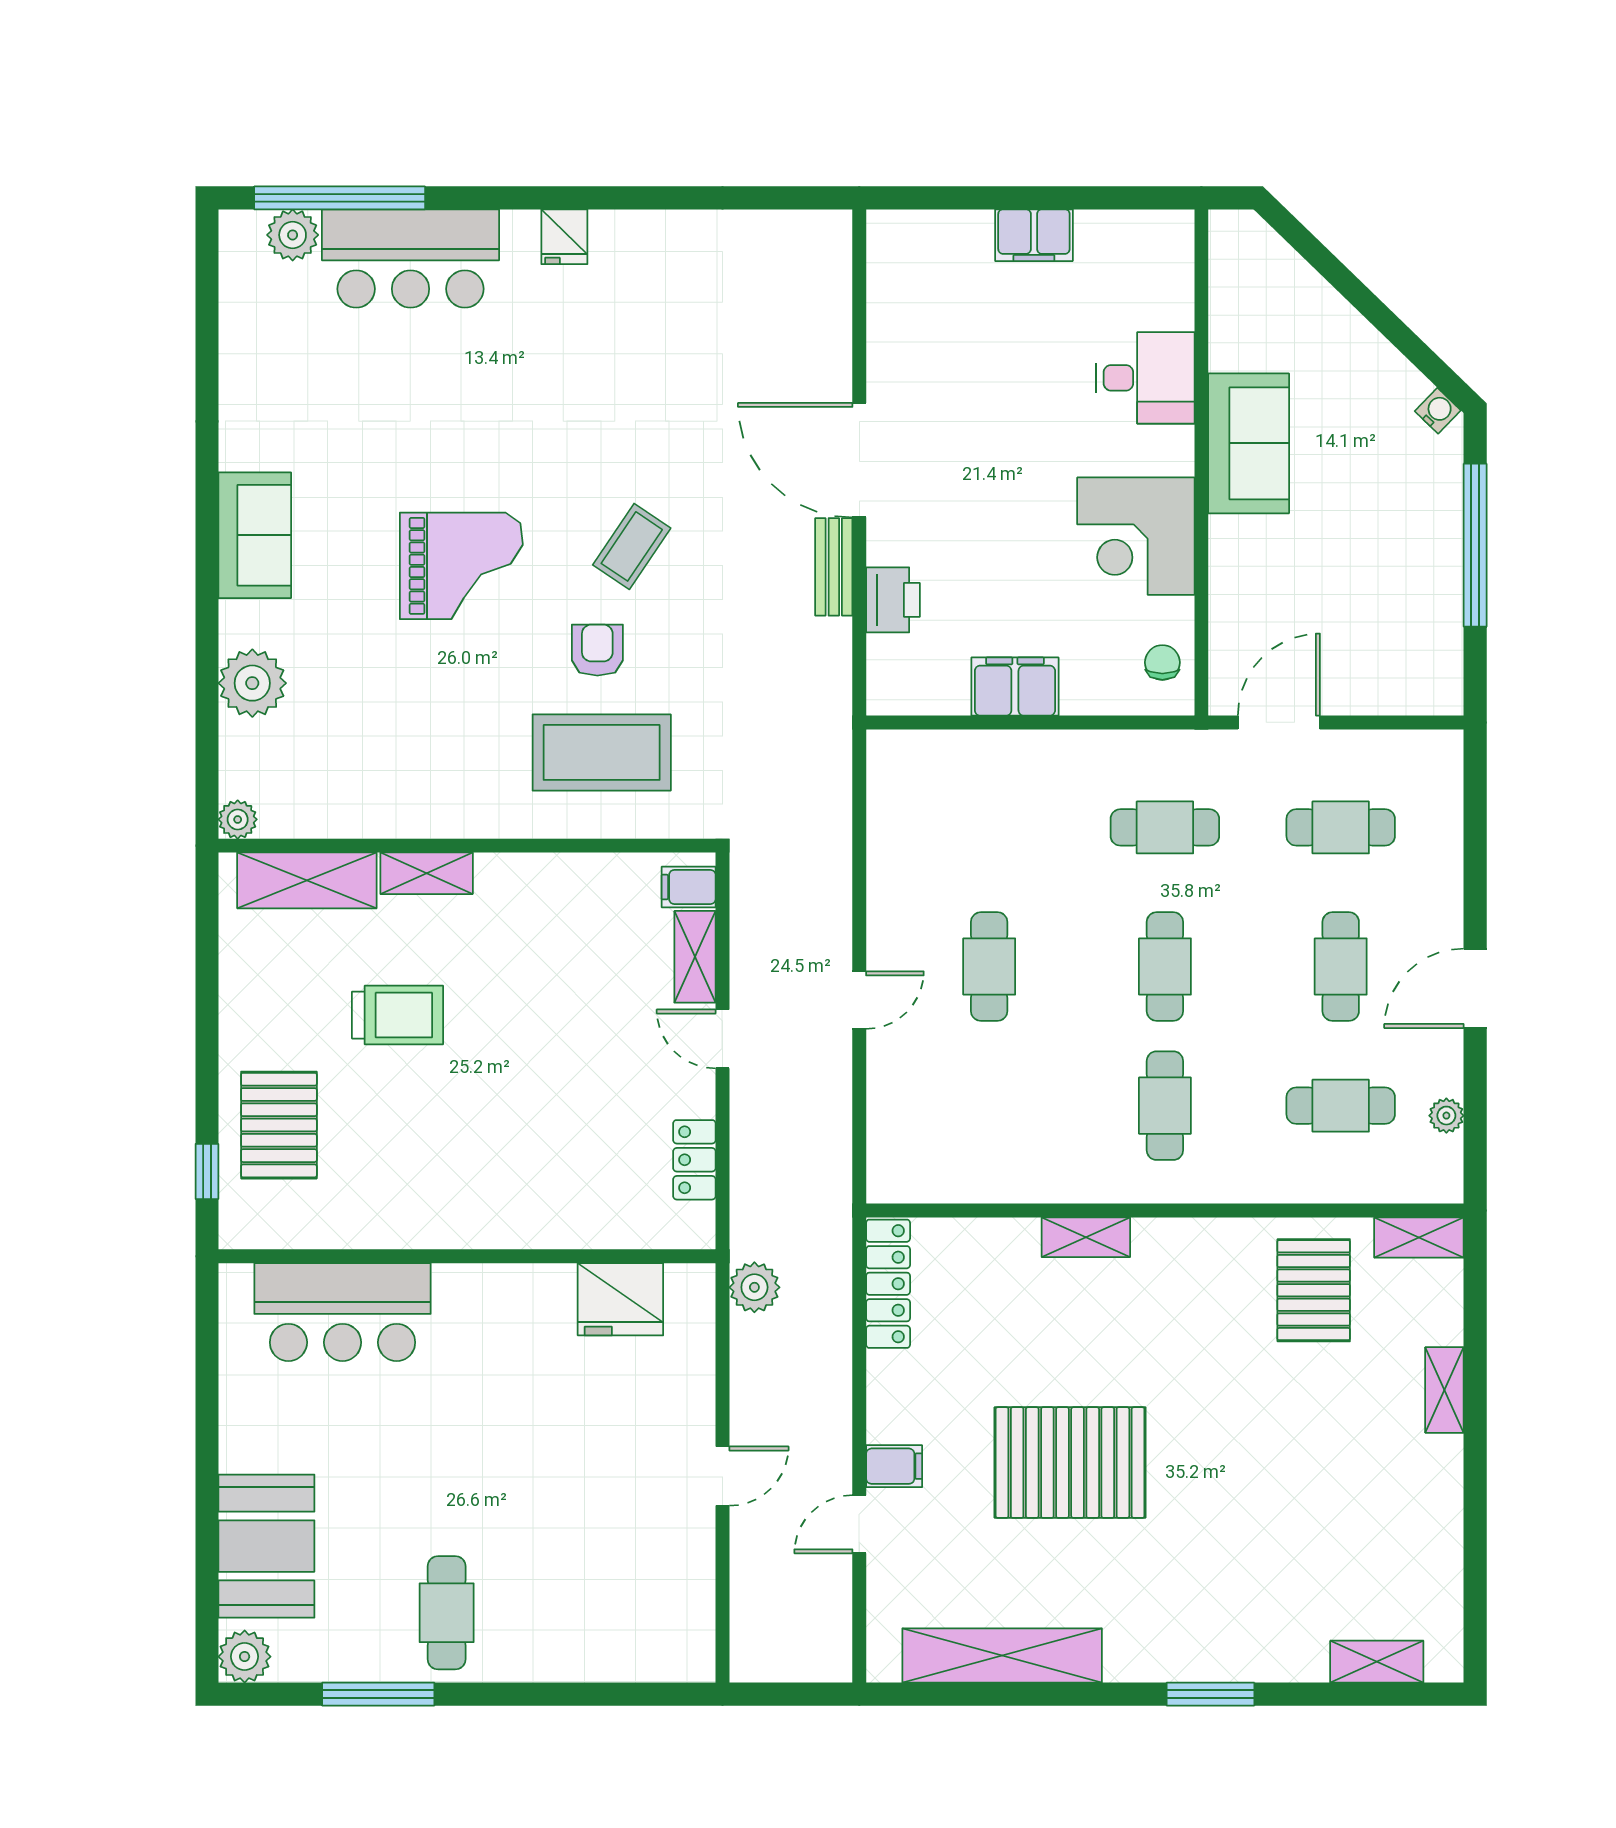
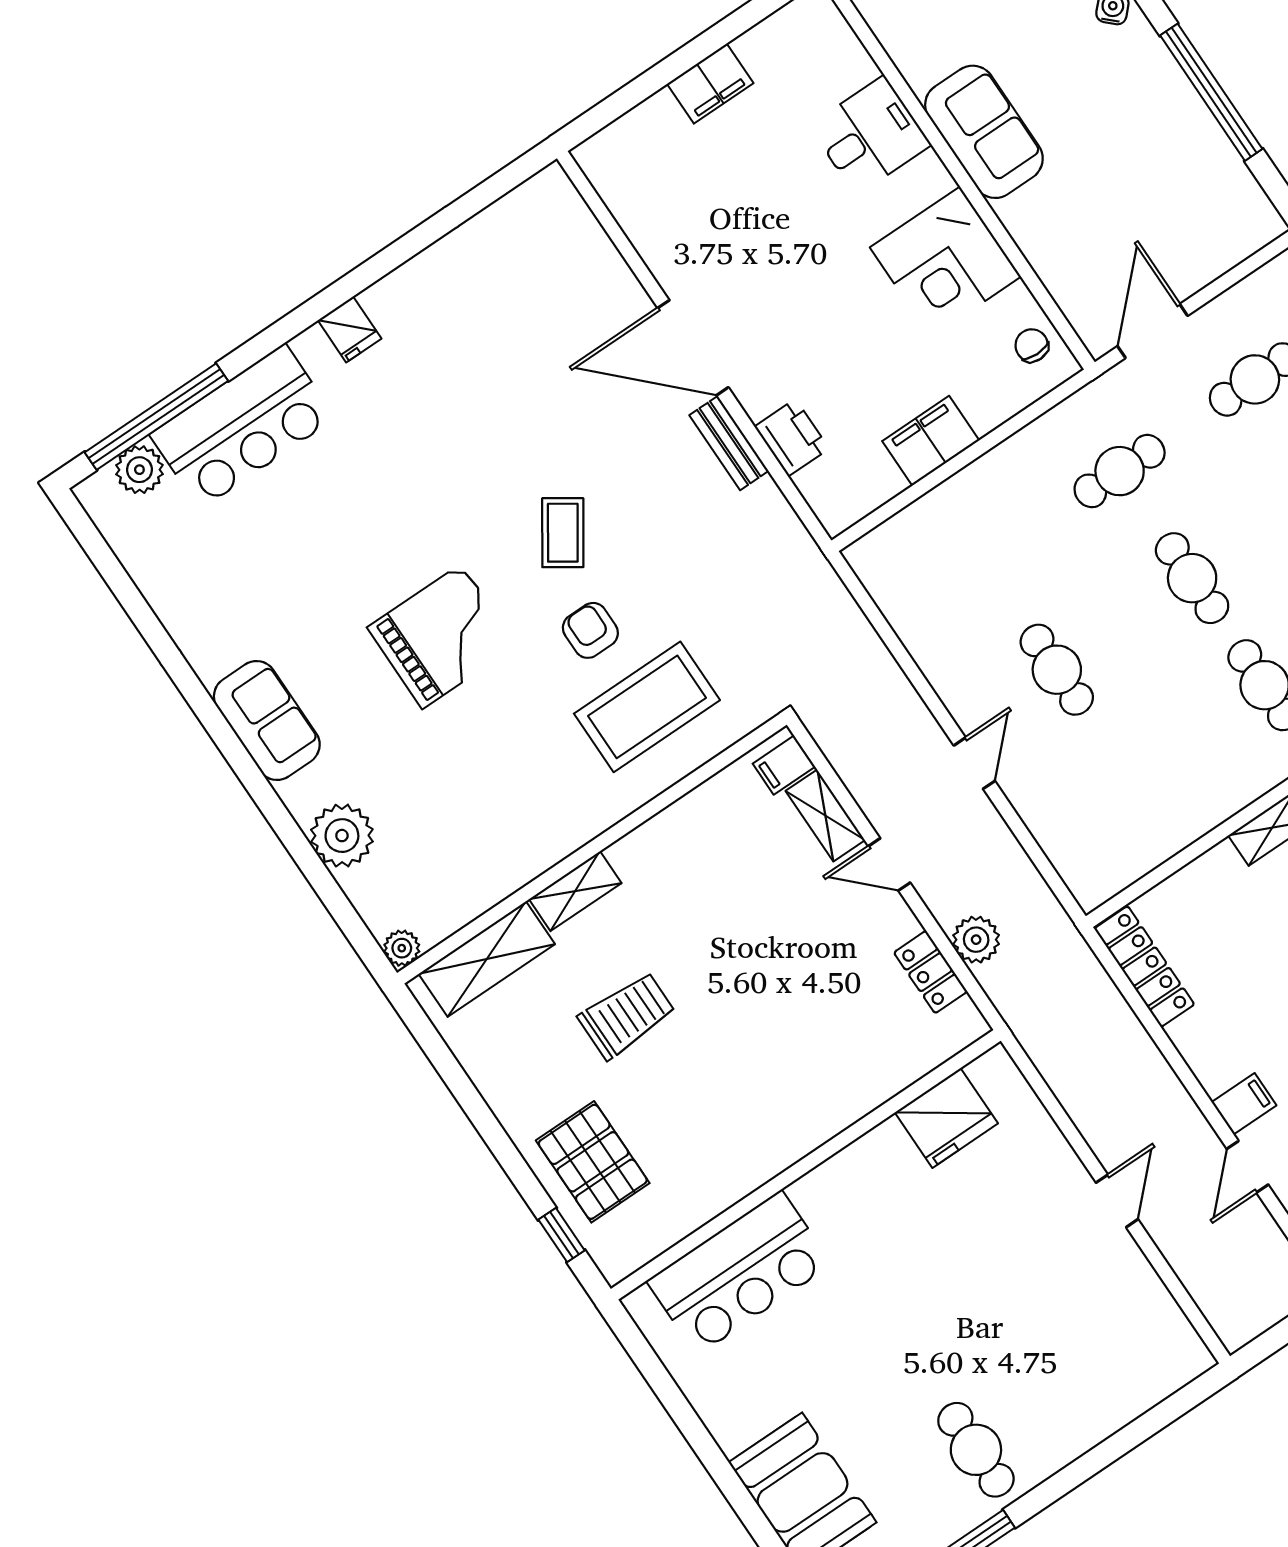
plant: (754, 1287) -> (976, 940), moved

